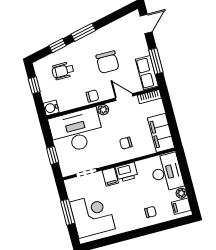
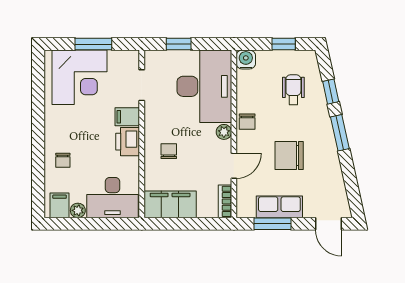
row of seats: (147, 73) -> (279, 207), moved

